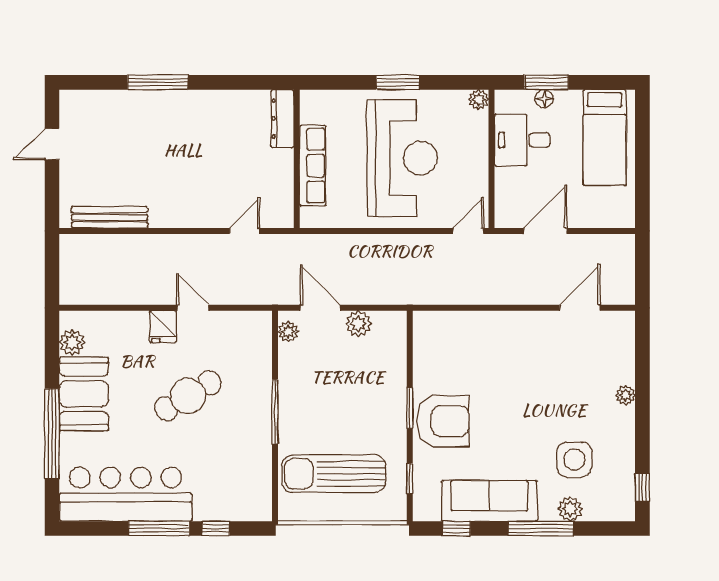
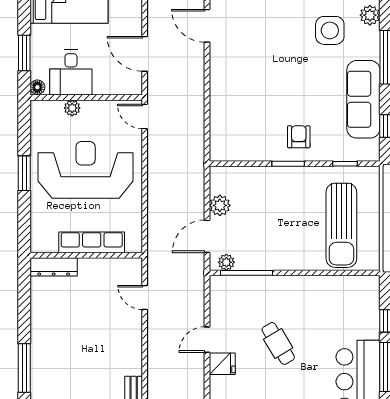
floor lamp: (544, 99) -> (37, 87), moved
plant: (479, 100) -> (72, 108), moved
cafe table: (188, 396) -> (278, 343), width x0.73, depth x0.74
window: (275, 412) -> (246, 273), moved
armchair: (443, 421) -> (299, 137), width x0.53, depth x0.53
plant: (570, 509) -> (370, 15), moved

